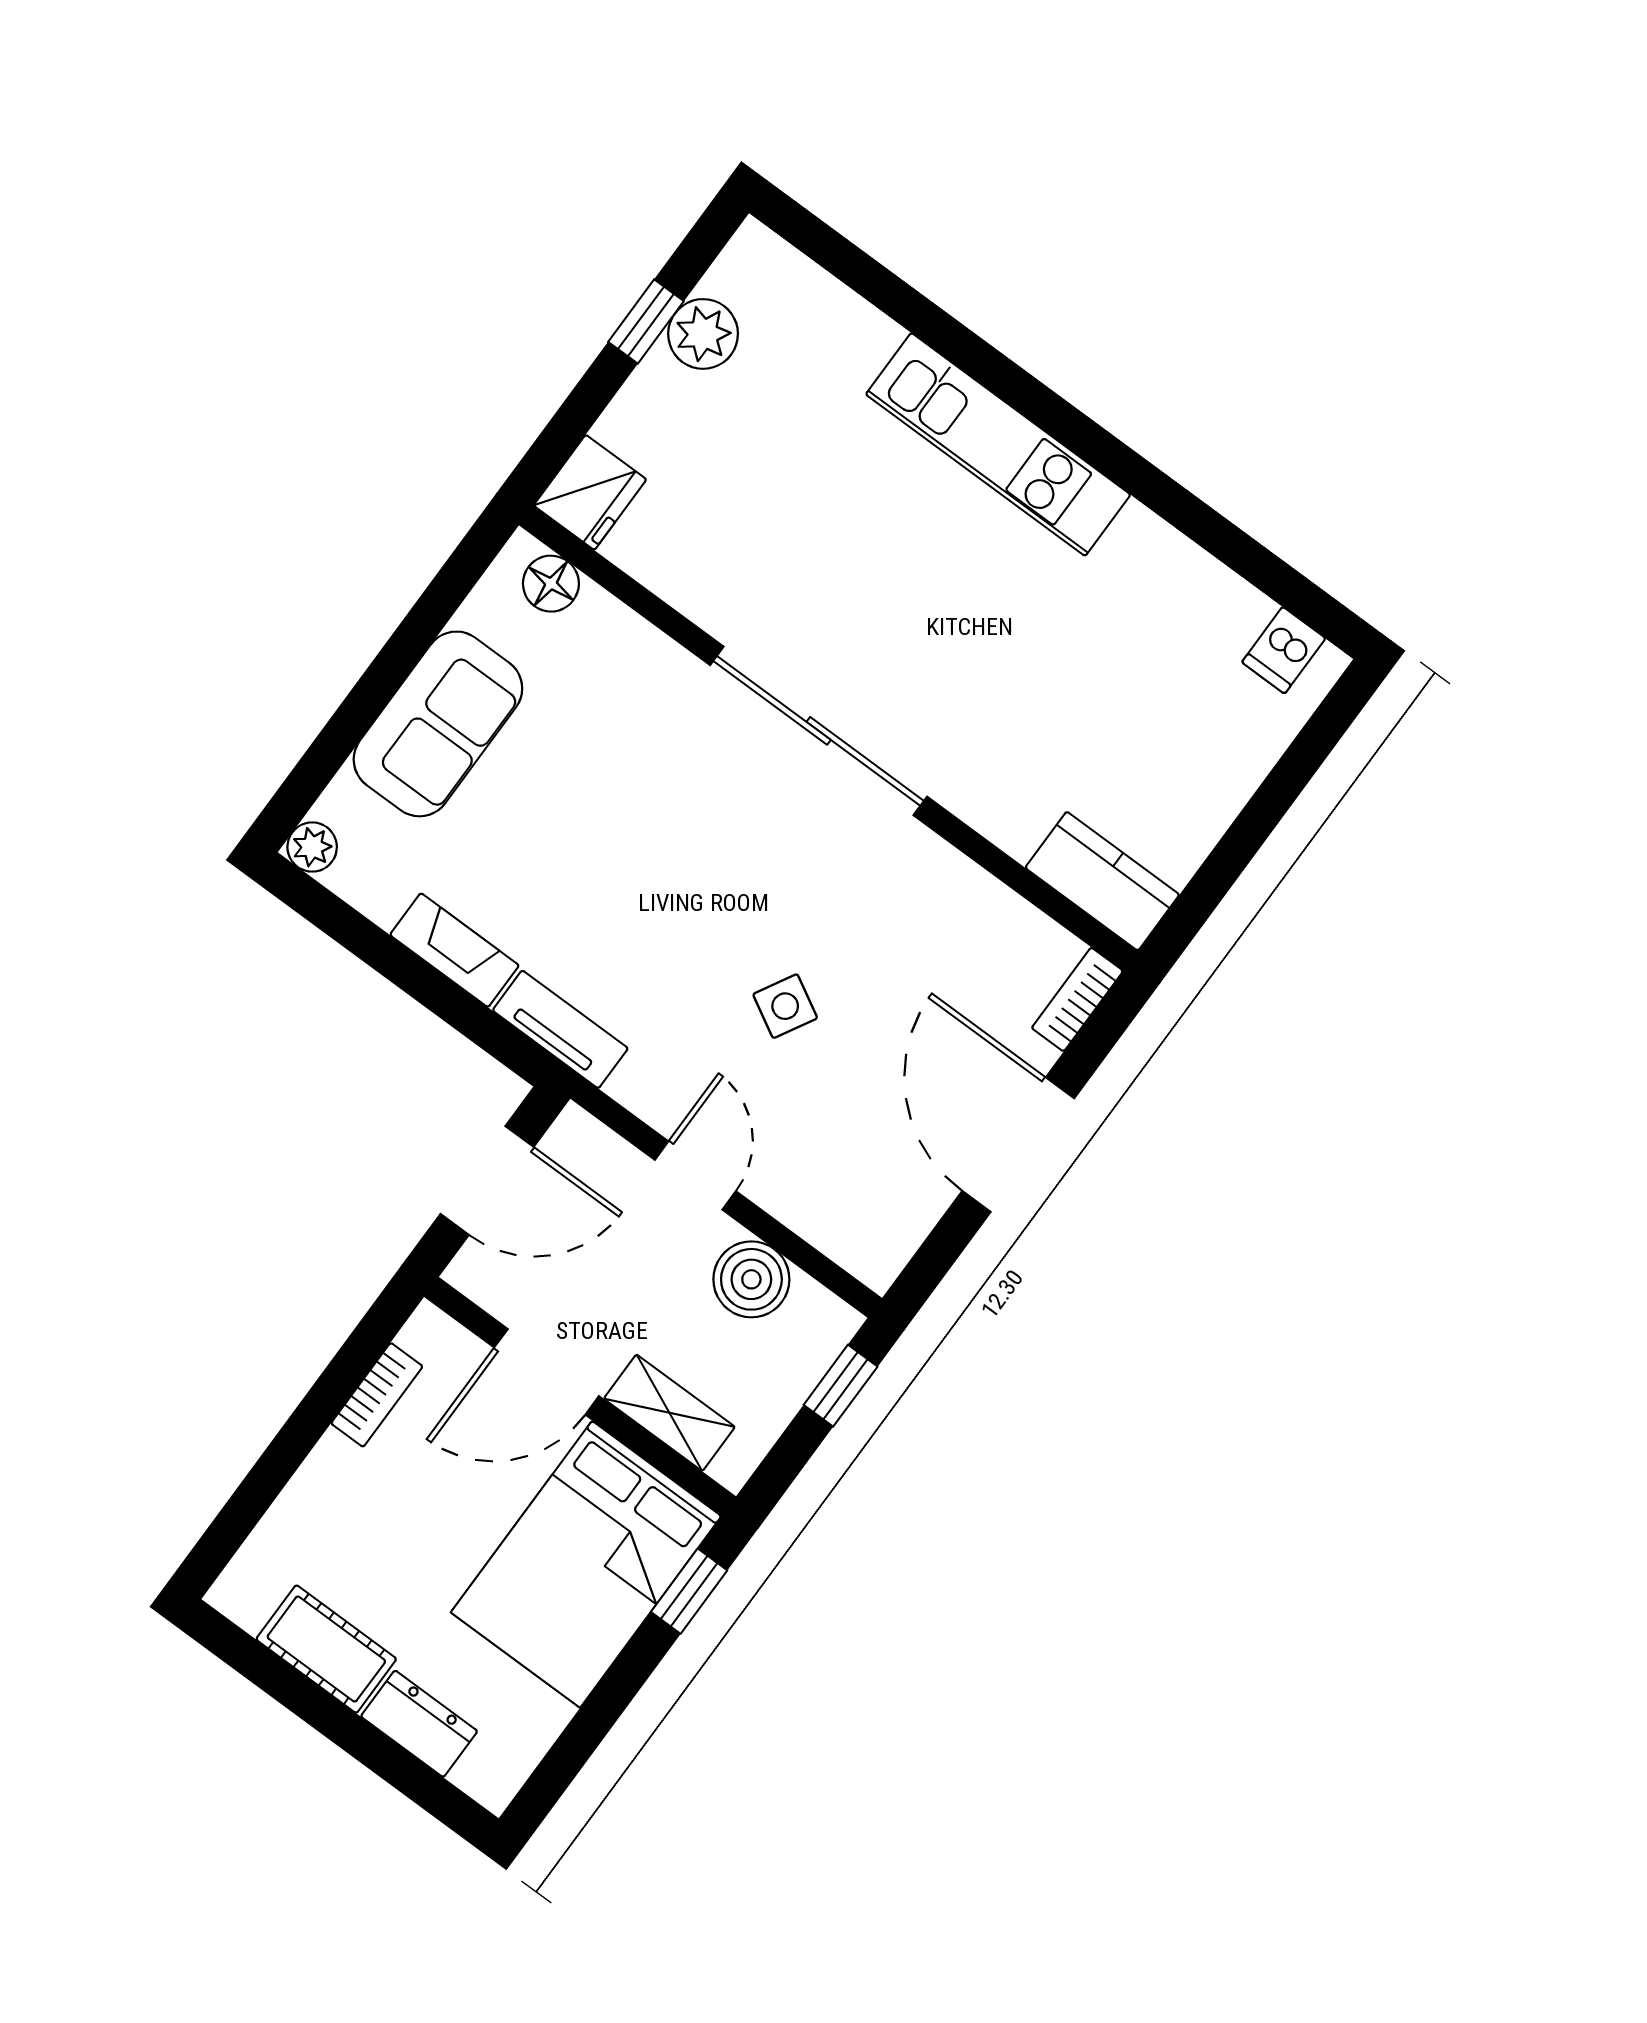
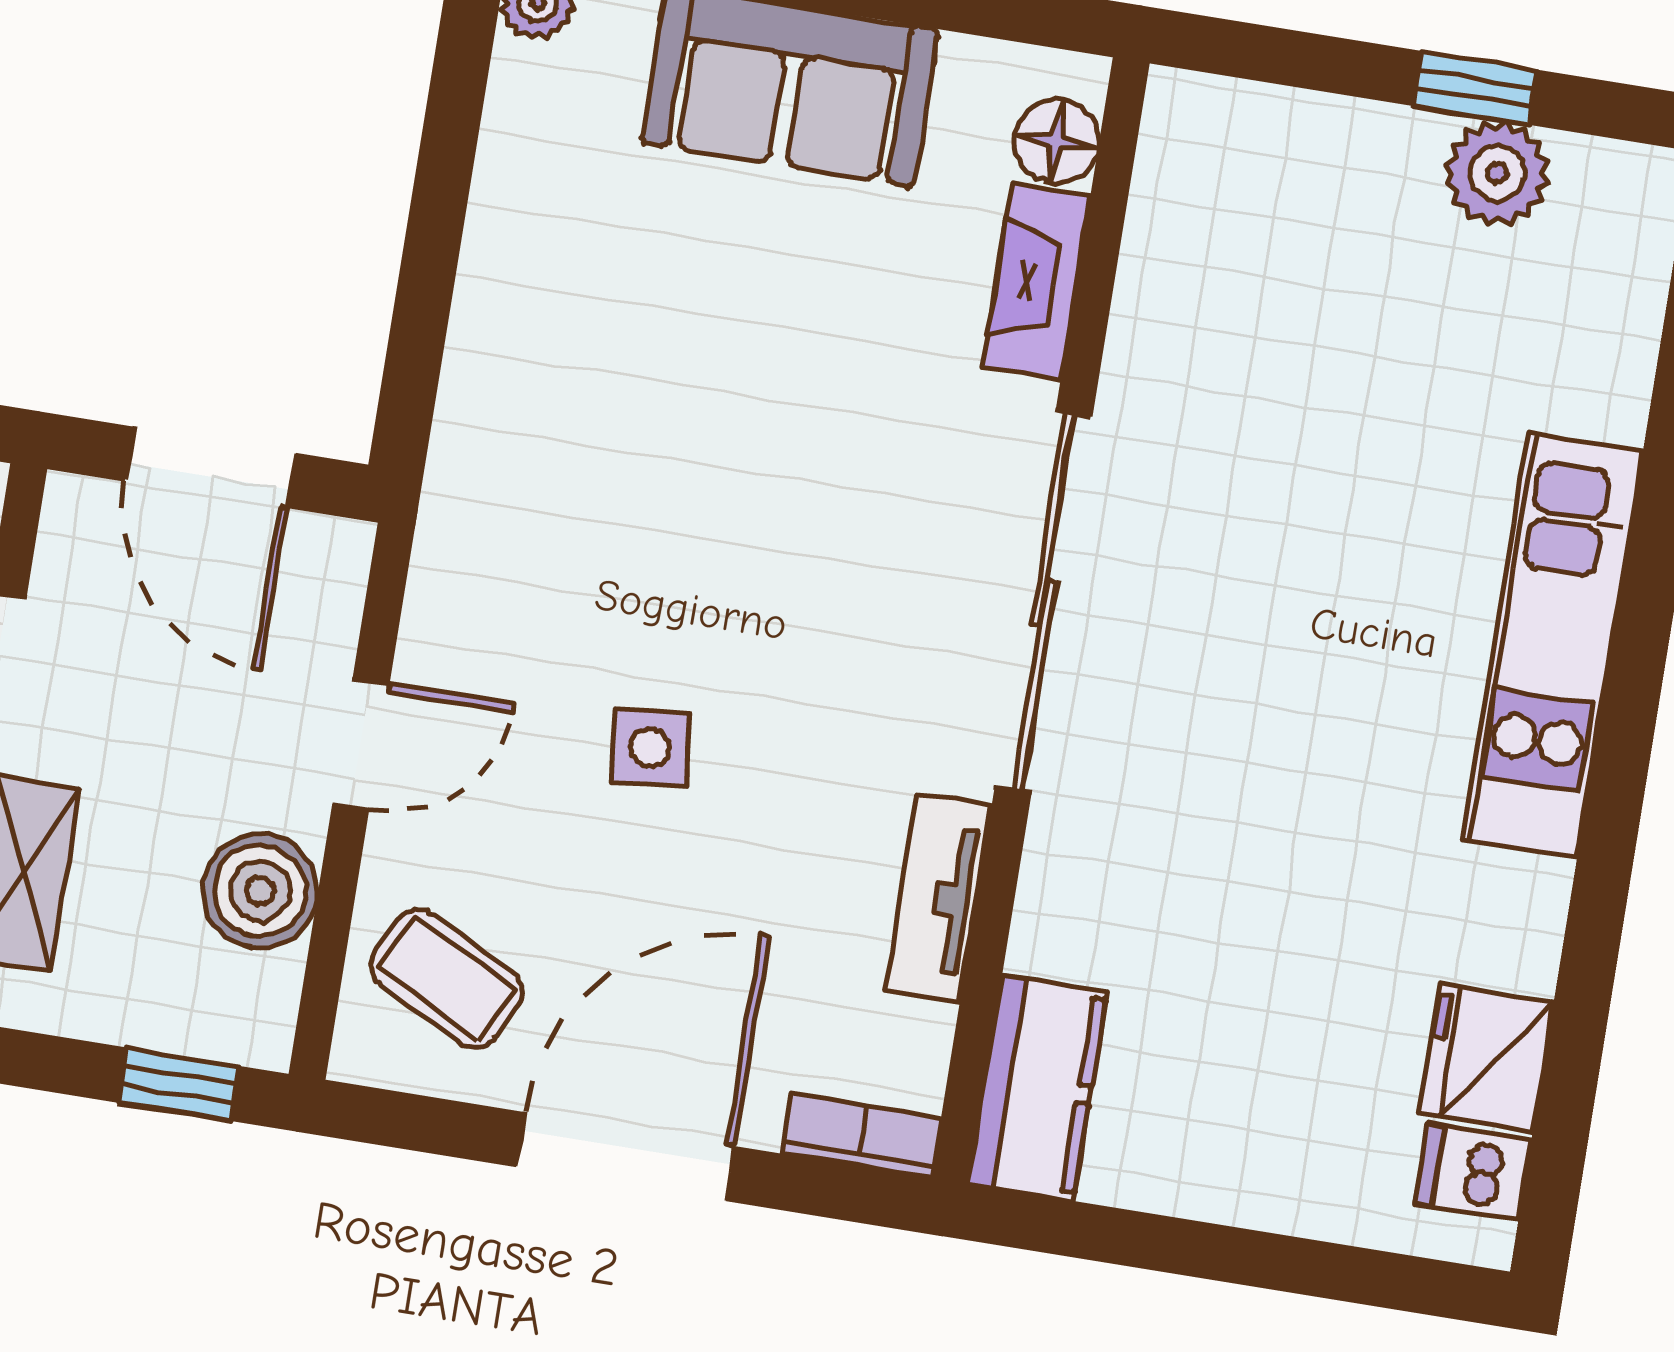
fridge: (590, 492) -> (1487, 1058), moved, turned 90
fireplace: (454, 950) -> (1037, 282), moved, turned 180
side table: (785, 1006) -> (651, 748), turned -35
tv unit: (560, 1029) -> (938, 898), moved, turned 180
coffee table: (859, 1196) -> (447, 978), added

